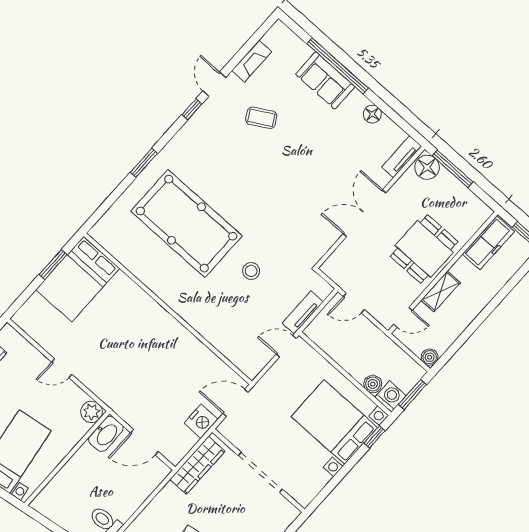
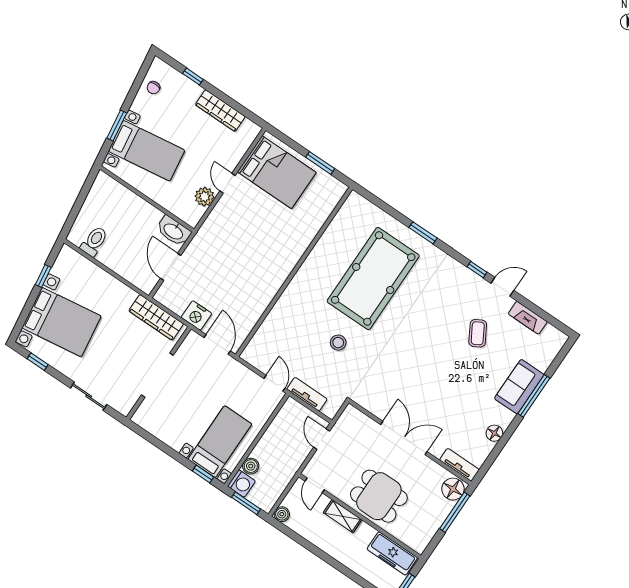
window: (338, 66) -> (534, 396), width x0.68
bed: (78, 279) -> (277, 172), moved, turned 180
plant: (92, 412) -> (205, 197), moved
bed with nightstands: (334, 422) -> (220, 442), width x0.73

